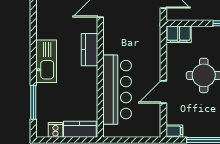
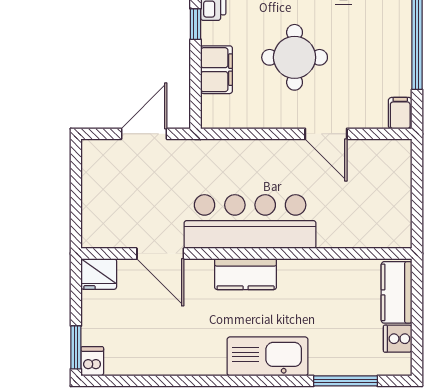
filing cabinet: (179, 34) -> (217, 70), moved
bar counter: (117, 90) -> (250, 222), moved

